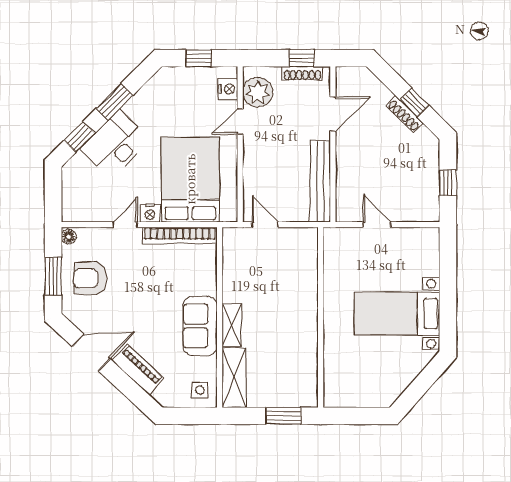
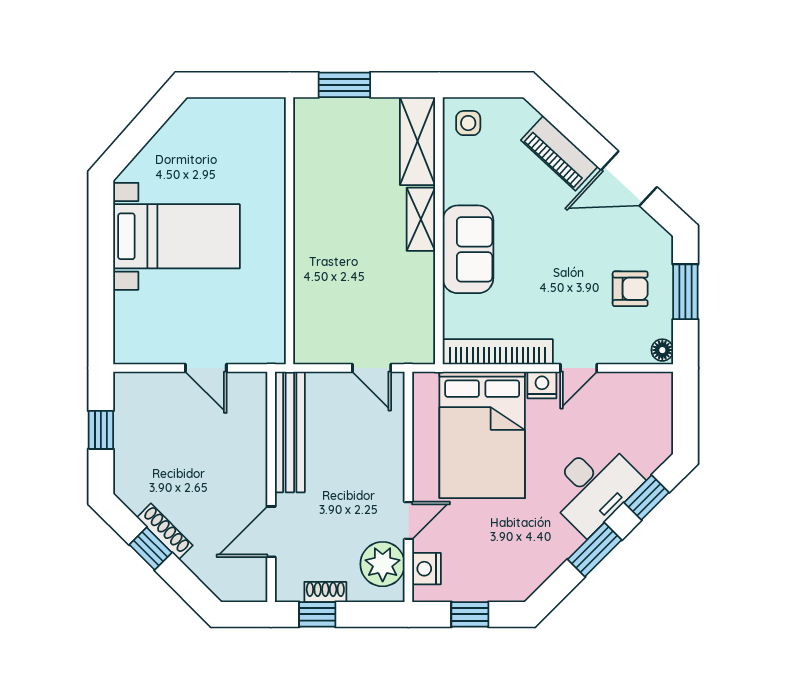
shoe rack: (302, 73) -> (325, 592), width x0.70
armchair: (90, 278) -> (630, 289), width x0.72, depth x0.72
sofa: (200, 326) -> (468, 249), moved

